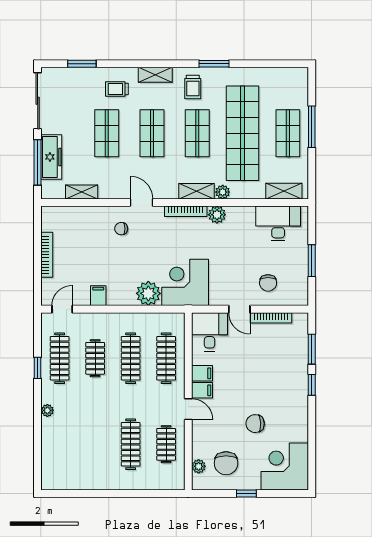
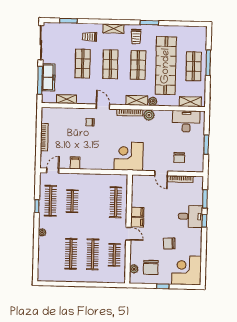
plant: (148, 293) -> (106, 162), removed
desk: (209, 332) -> (191, 216), moved, turned 90
clothes rail: (131, 358) -> (71, 254), moved

